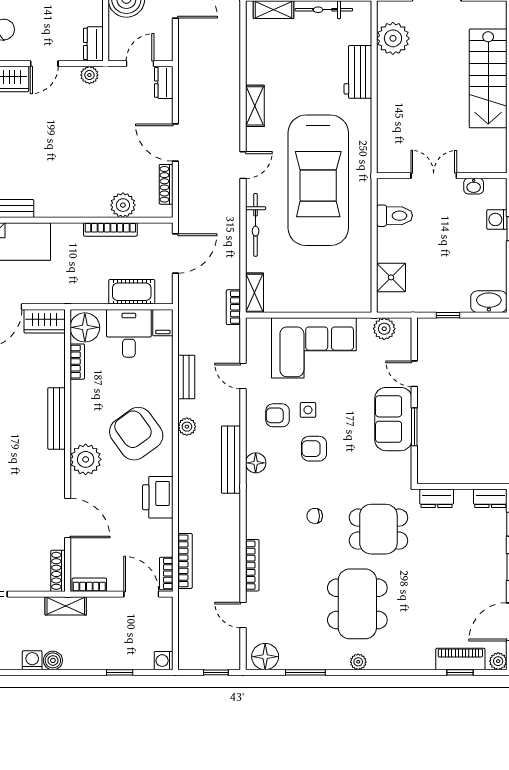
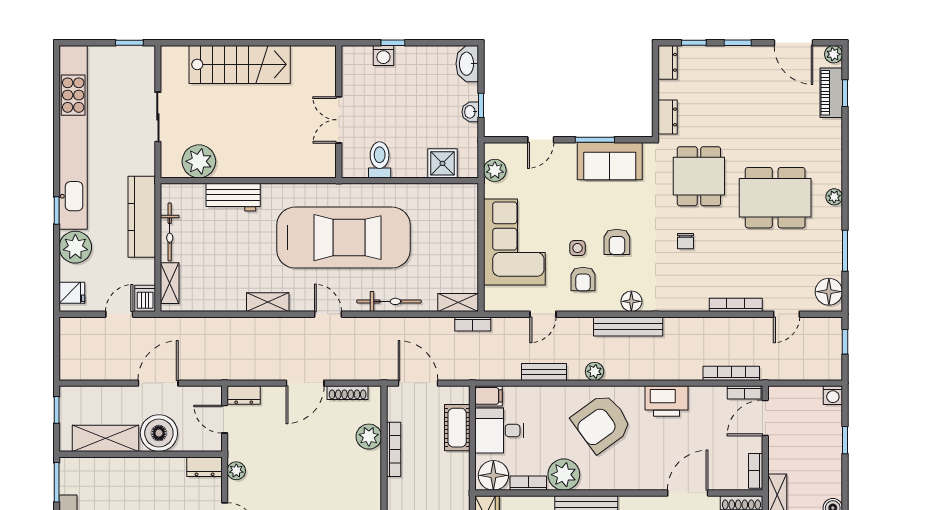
washbasin: (474, 186) -> (470, 112), moved, turned 180
sofa: (393, 419) -> (610, 161), moved
plant: (86, 459) -> (564, 475), moved

